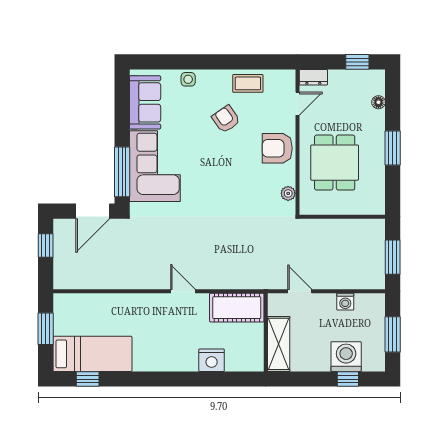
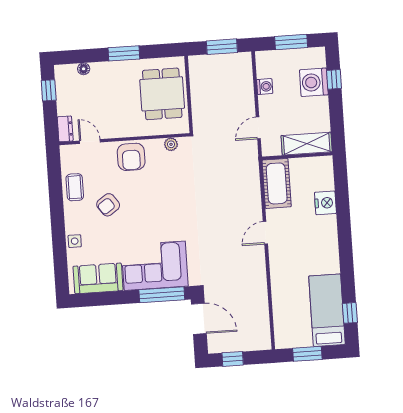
dining table: (335, 163) -> (162, 94), moved, turned 90

